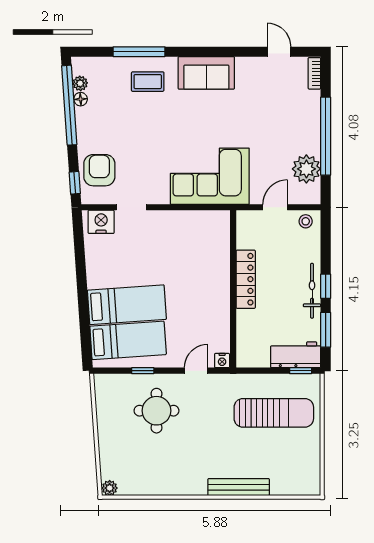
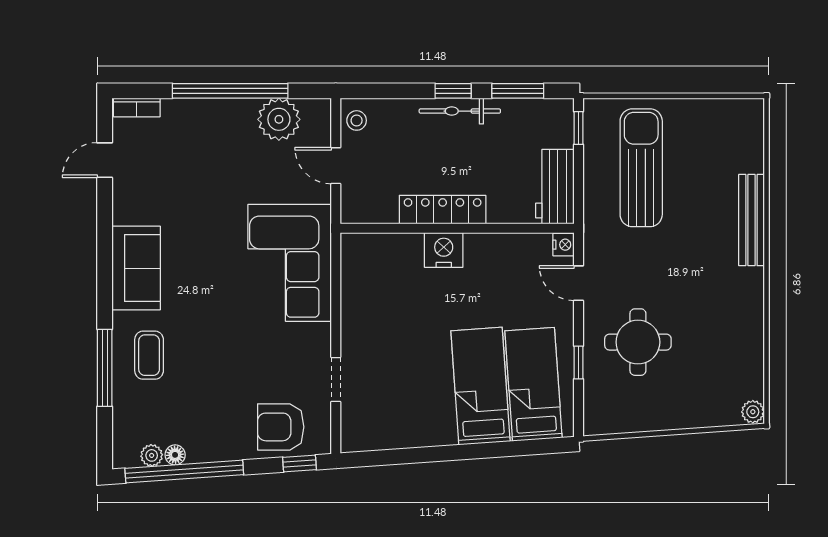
nightstand: (101, 222) -> (444, 250), moved, turned 90
workbench: (296, 355) -> (555, 187), moved

